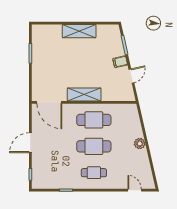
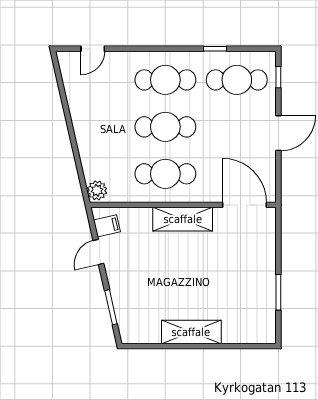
filing cabinet: (120, 62) -> (107, 226), moved
plant: (140, 144) -> (97, 190), moved
cafe table: (54, 173) -> (237, 80), added
cafe table: (94, 173) -> (165, 80), width x1.37, depth x1.35
door: (135, 190) -> (93, 49), hinge flipped

